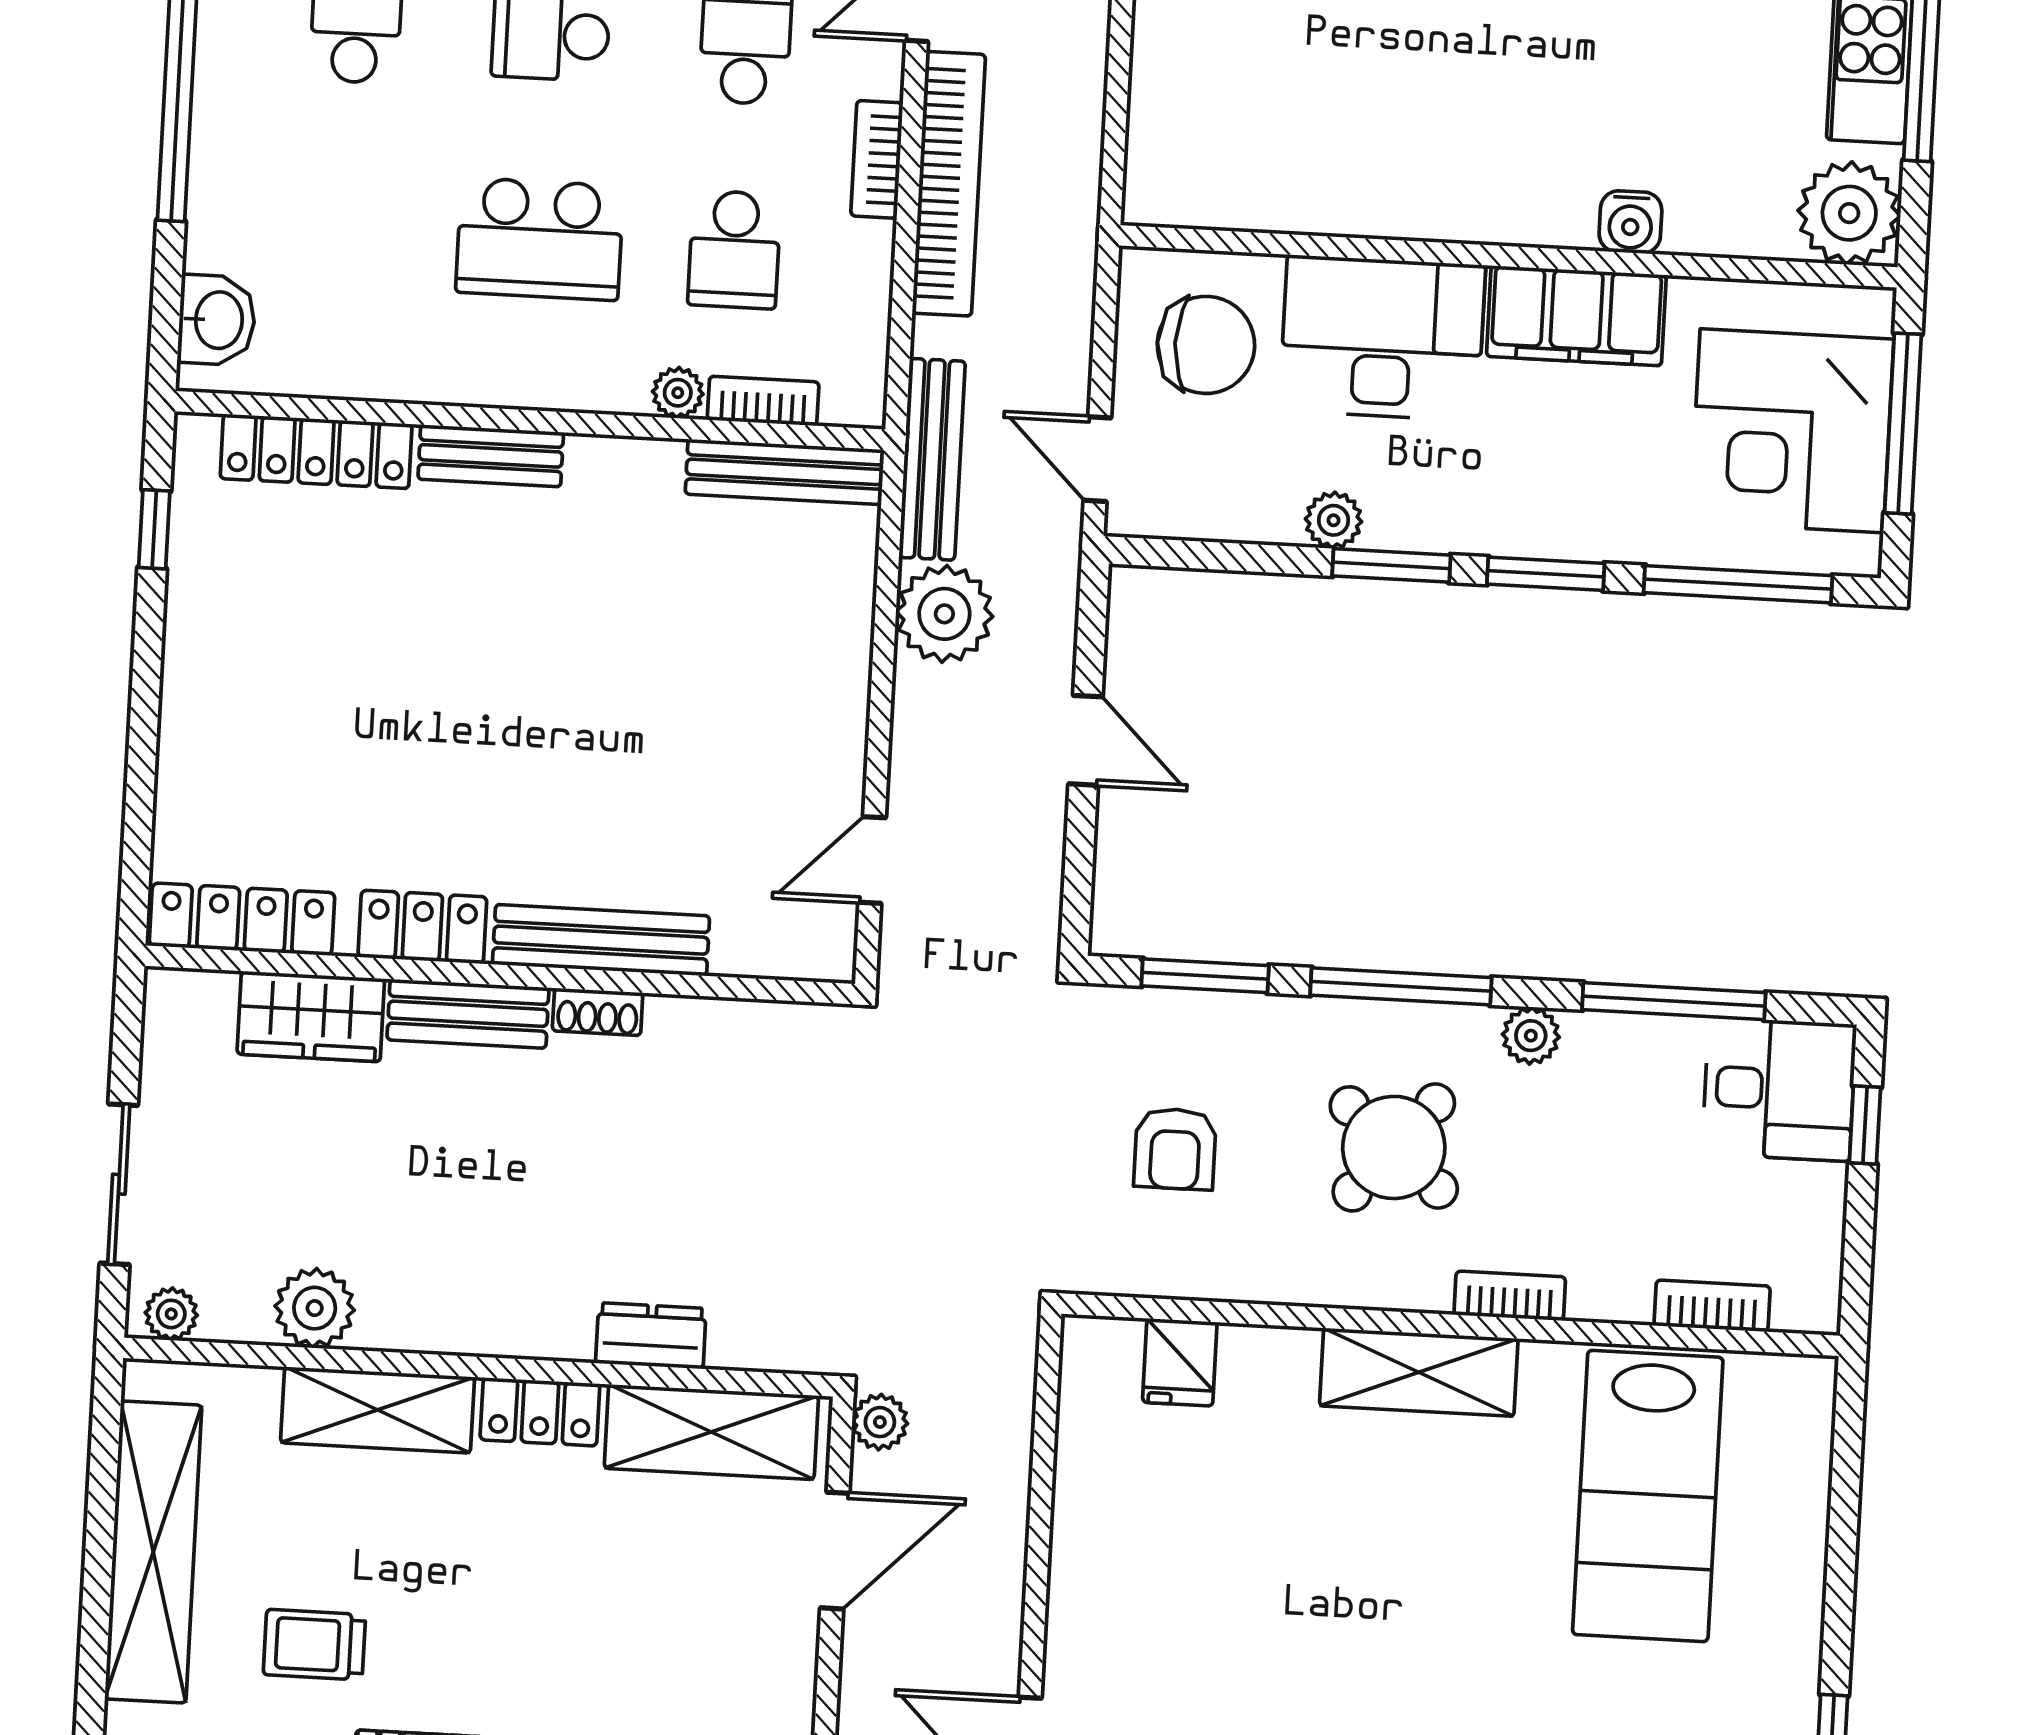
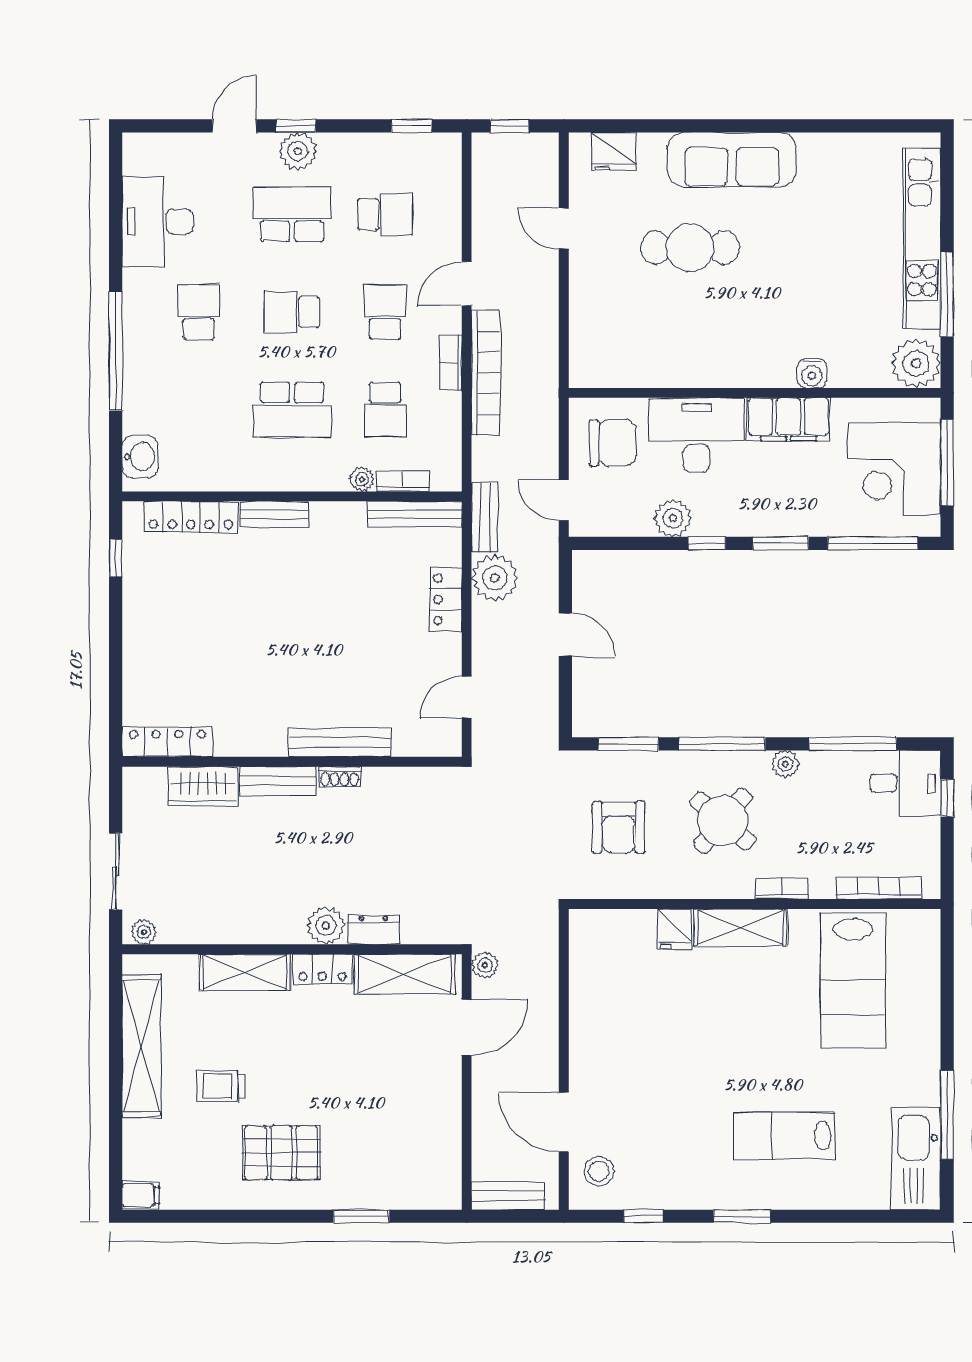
bench: (932, 459) -> (485, 517), width x0.73
plant: (1334, 520) -> (673, 518), width x1.38, depth x1.38
window: (1391, 565) -> (707, 543), width x0.67
locker: (422, 927) -> (446, 599), moved, turned -90
armchair: (1175, 1149) -> (619, 827), width x1.38, depth x1.38
bookcase: (1712, 1306) -> (879, 888), width x1.56
plant: (315, 1308) -> (326, 925), moved
fridge: (1180, 1362) -> (675, 929), moved

